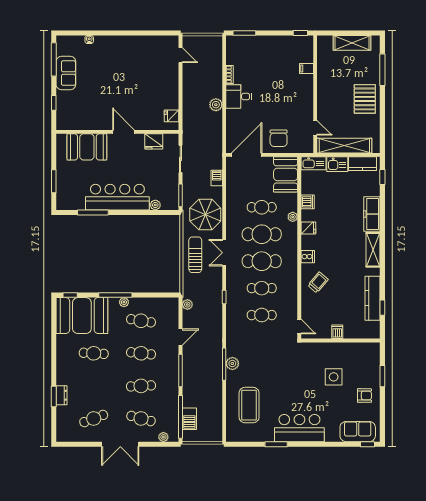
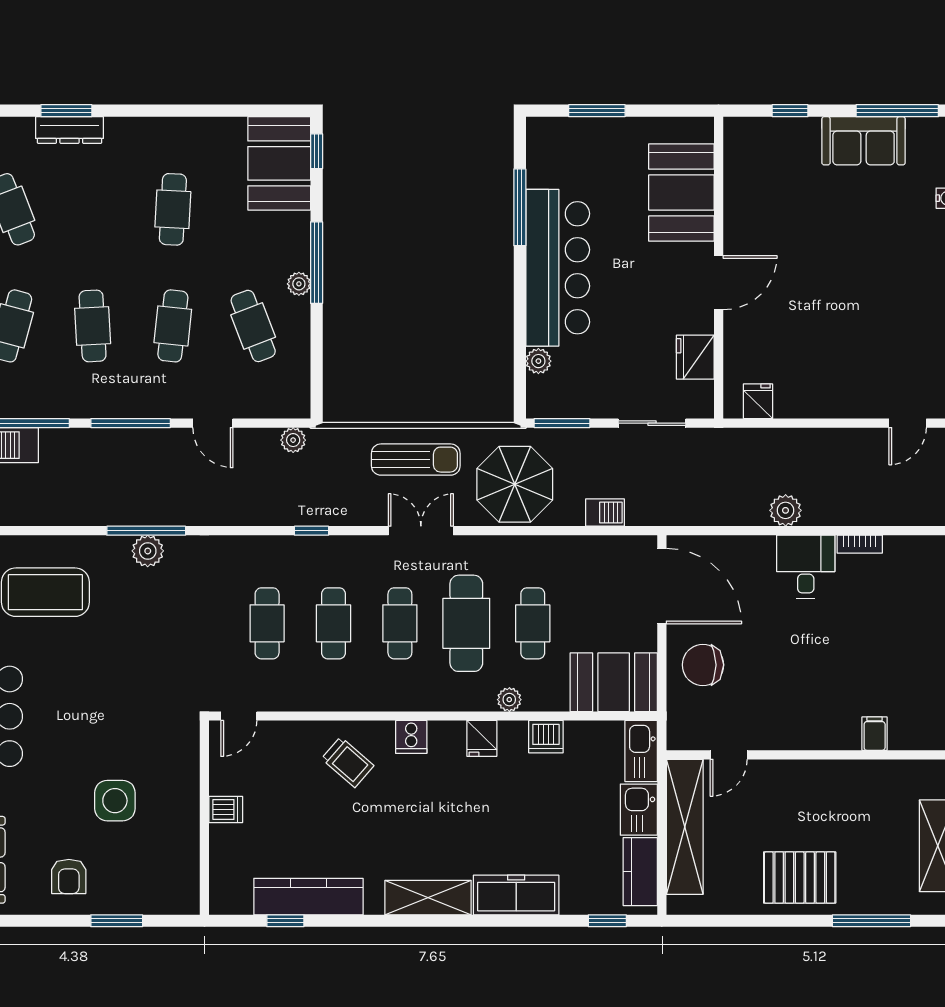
cafe table: (262, 261) -> (400, 623), width x0.73, depth x0.74
booth: (82, 316) -> (279, 163), width x0.73, depth x0.70
cafe table: (141, 321) -> (253, 326), turned -30
dresser: (62, 395) -> (69, 130), width x1.44

